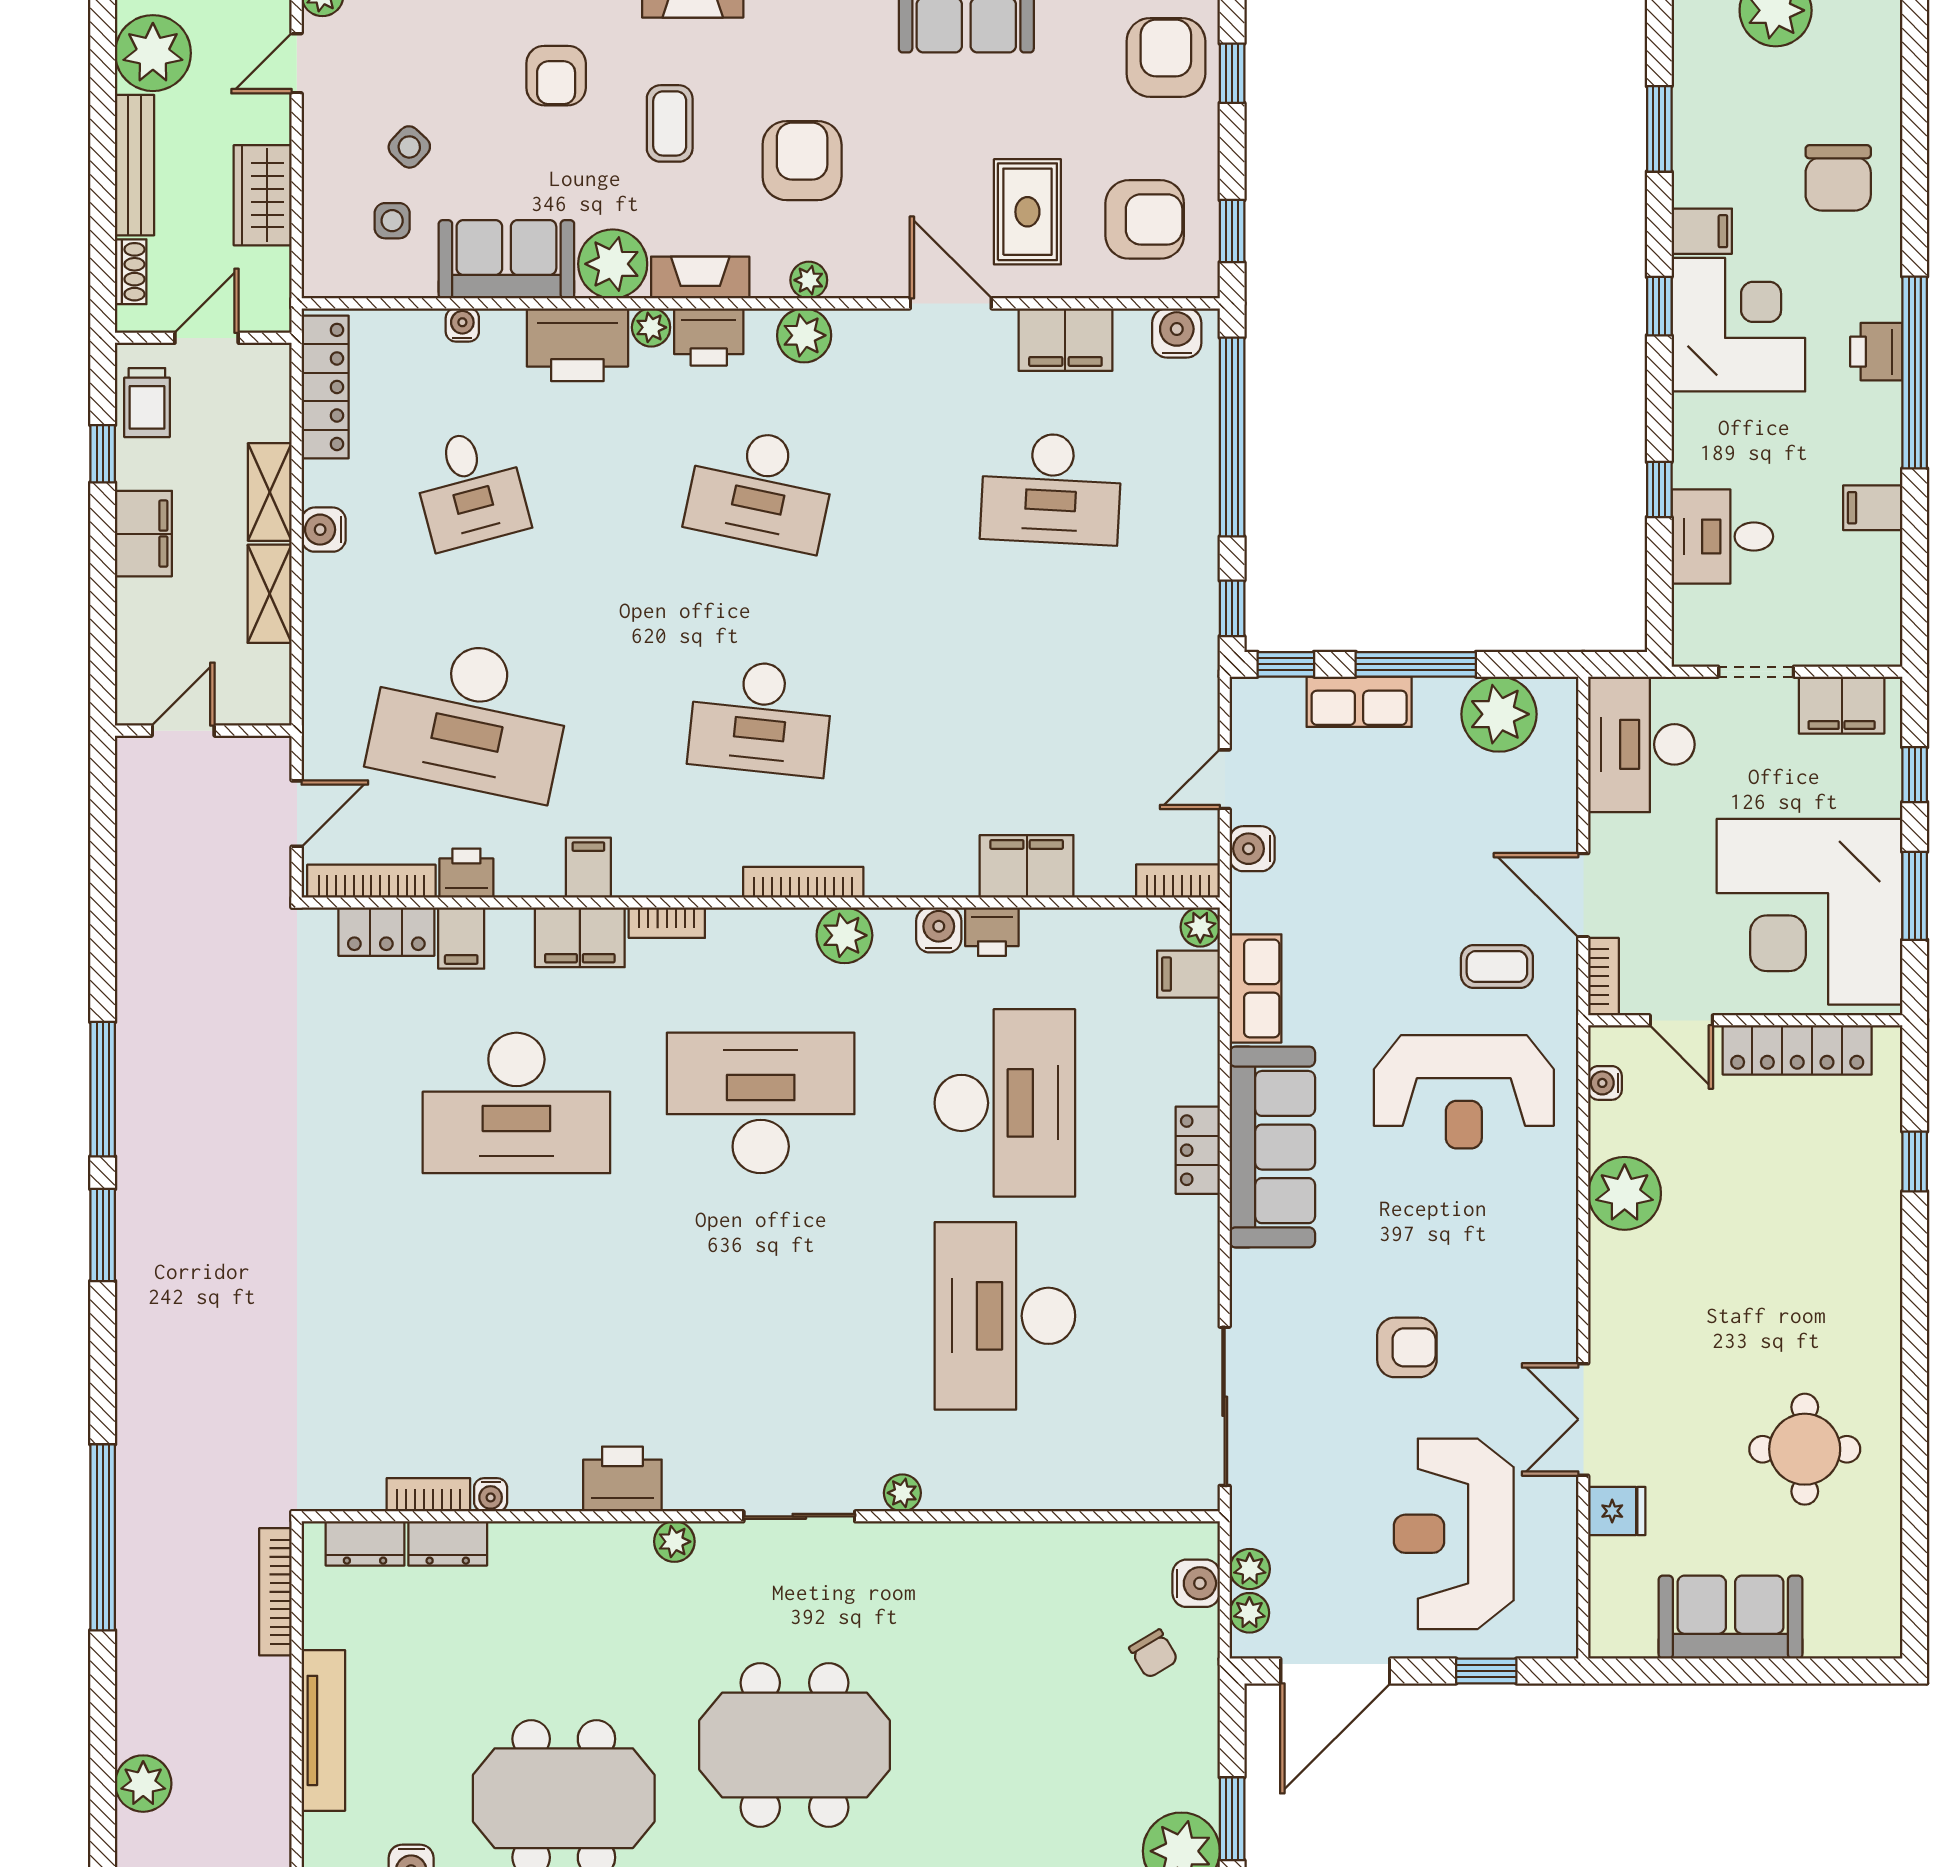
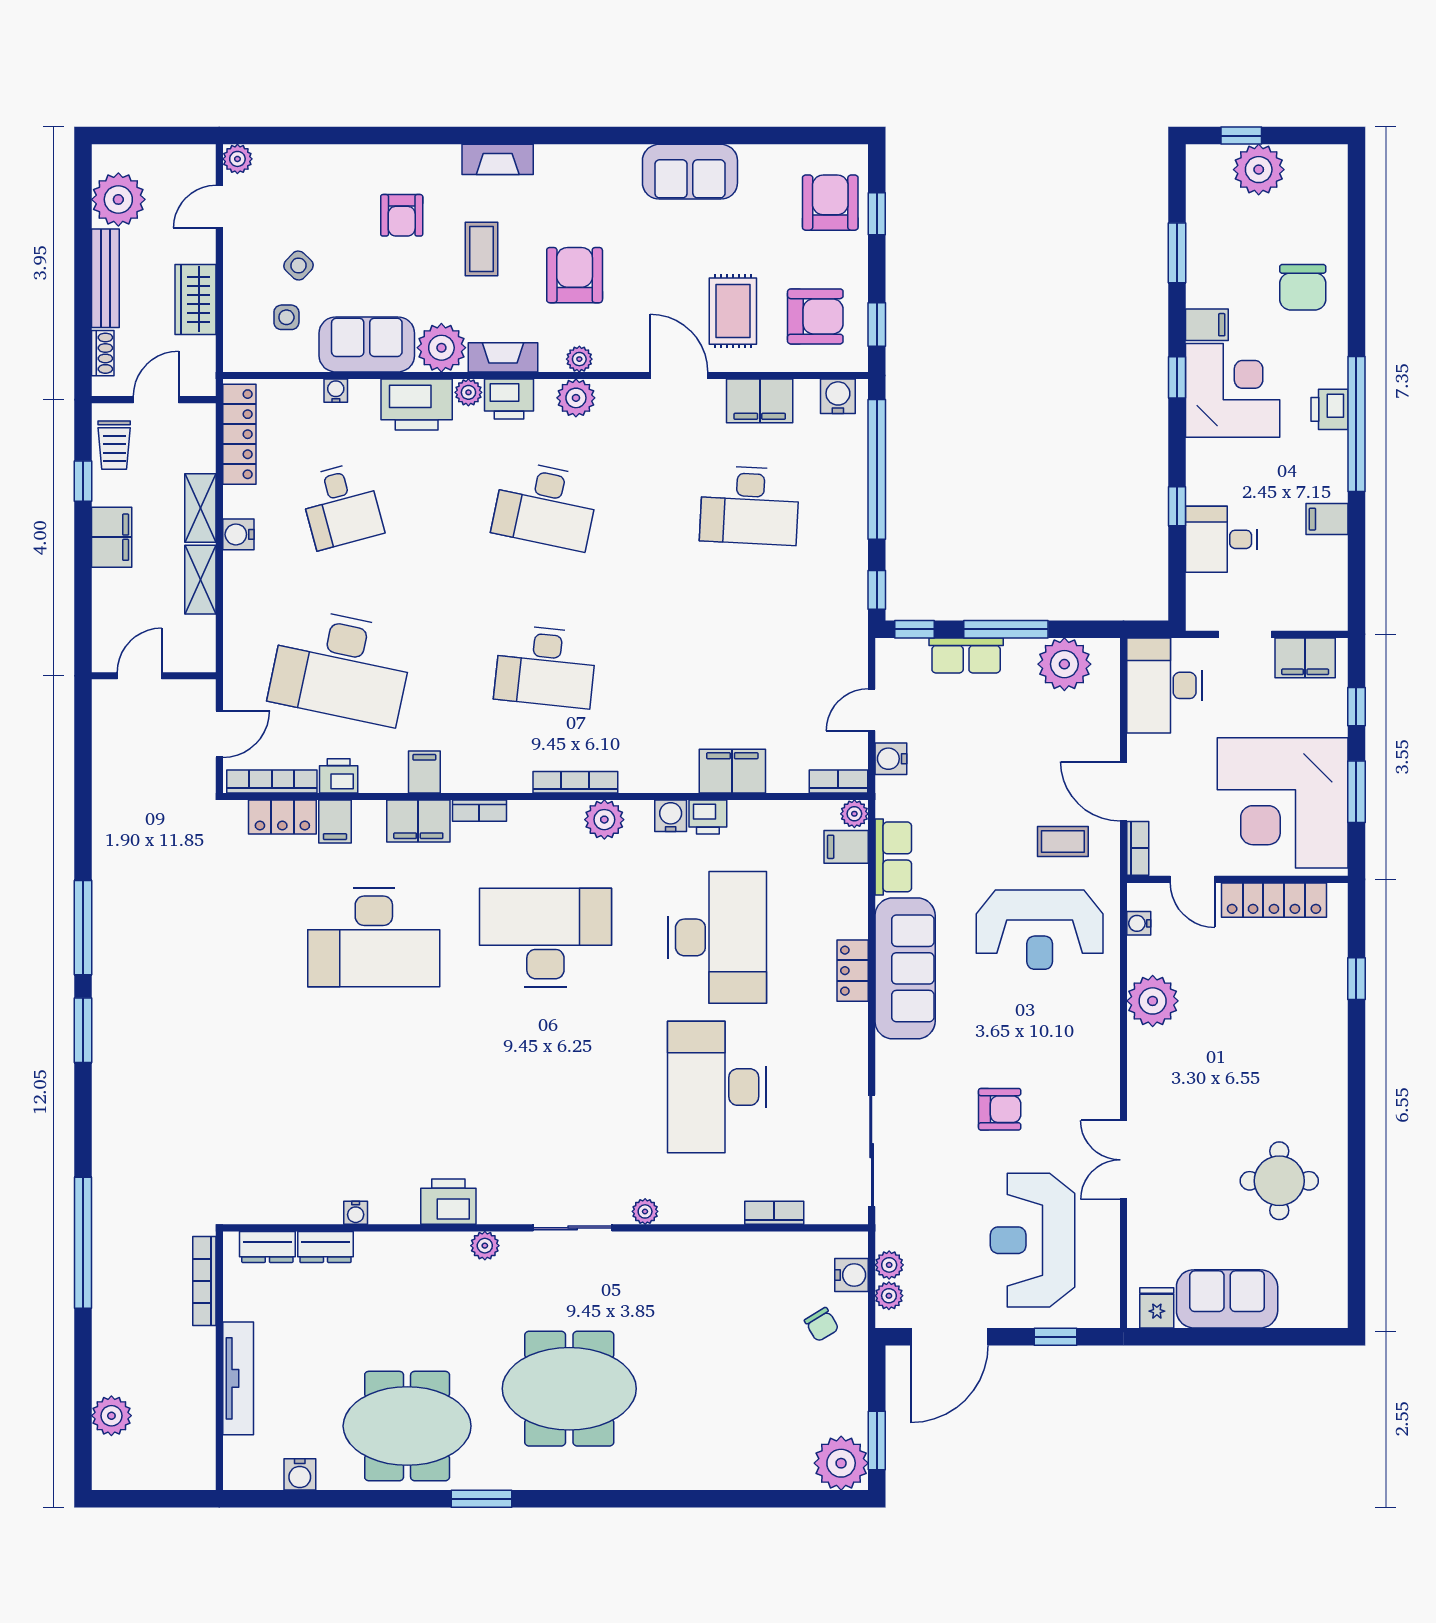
bookcase: (428, 1495) -> (774, 1213), moved
fridge: (1617, 1511) -> (1157, 1308), moved, turned -90

